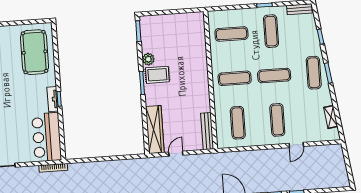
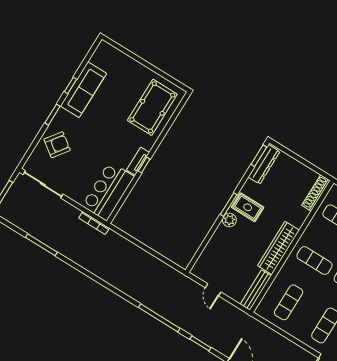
shoe rack: (200, 28) -> (316, 193), added
dresser: (147, 35) -> (264, 164), added
plant: (148, 59) -> (229, 220), moved
wardrobe: (155, 130) -> (278, 248), moved, turned 180
door: (176, 154) -> (213, 290), swing flipped

